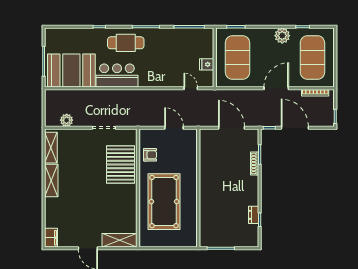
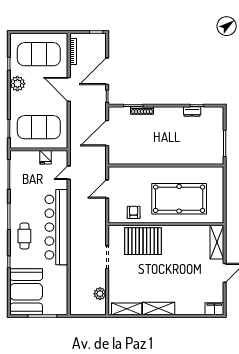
cafe table: (126, 43) -> (24, 236), width x0.73, depth x0.74
booth: (71, 70) -> (26, 292), moved
bar counter: (117, 76) -> (56, 227), width x1.86

